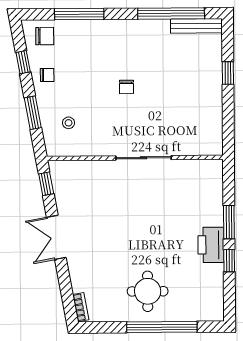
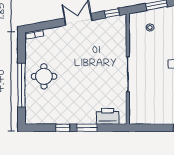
printer: (211, 245) -> (108, 116), moved

